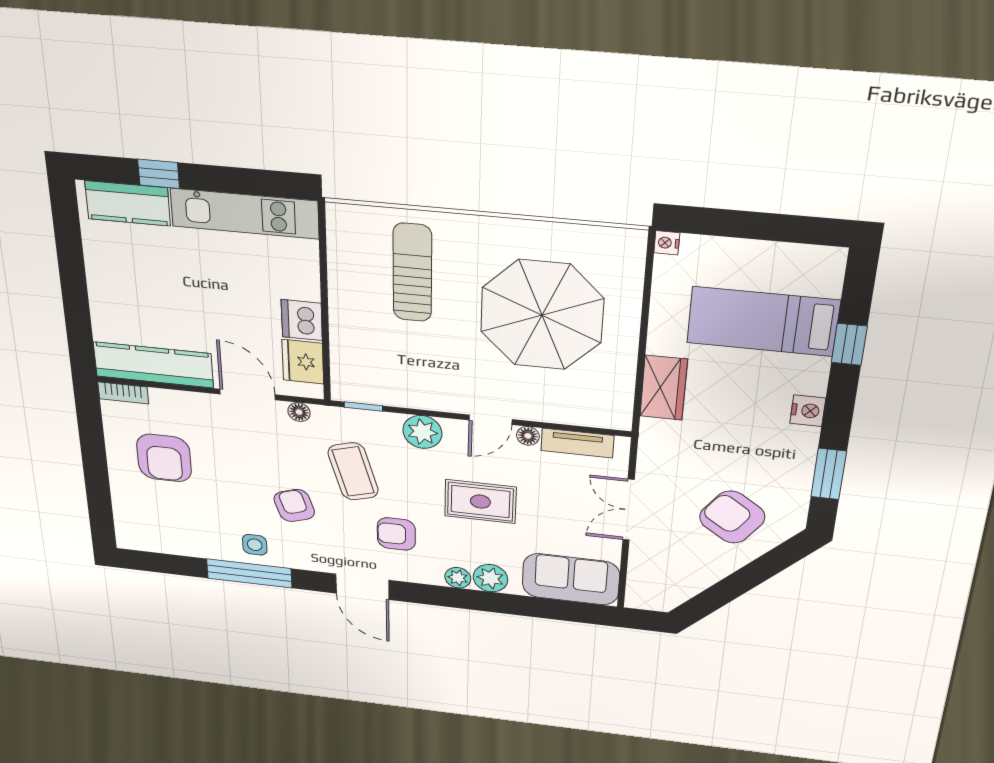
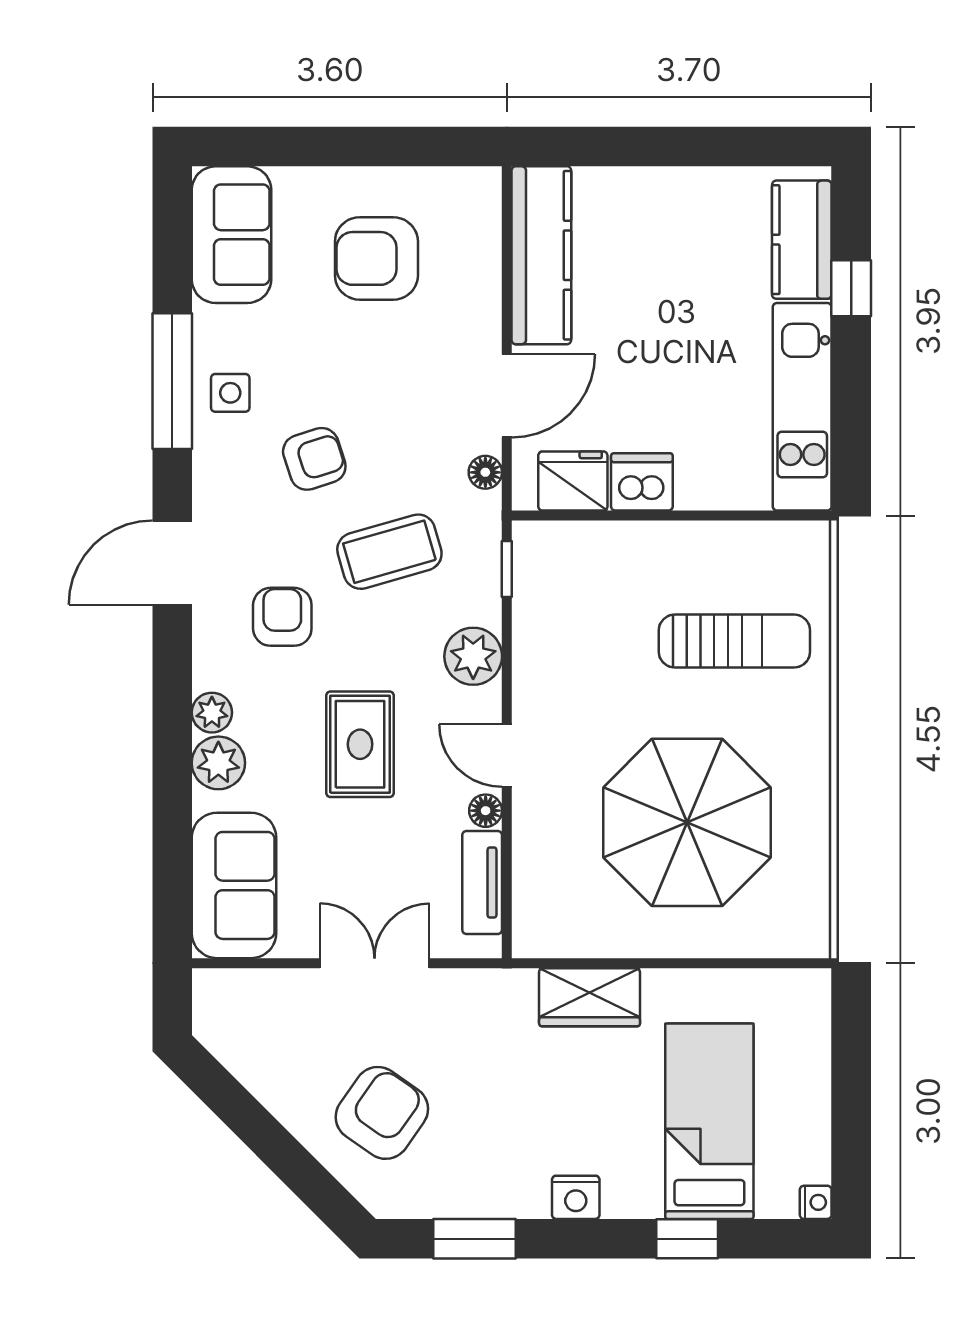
nightstand: (667, 243) -> (816, 1202), moved, turned 90
bookcase: (123, 393) -> (487, 204), removed
sofa: (156, 533) -> (231, 235), added

